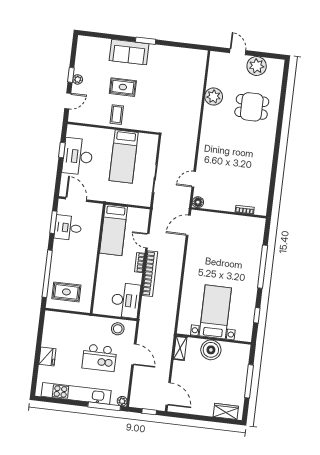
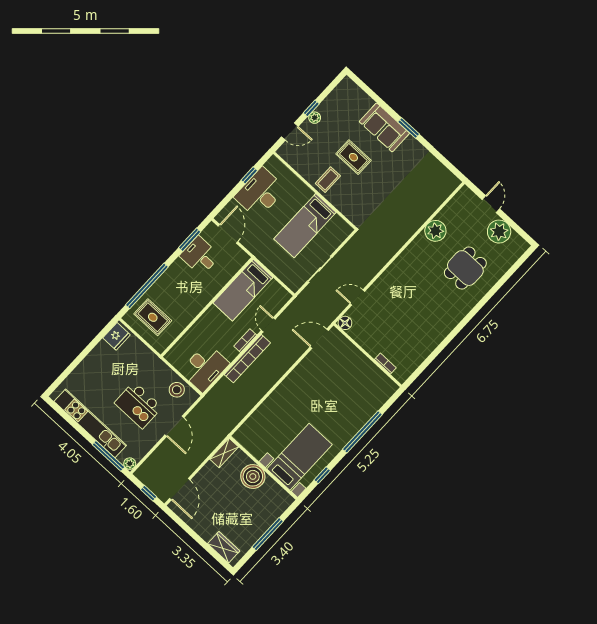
dining table: (252, 107) -> (465, 268), turned 90
bed with nightstands: (215, 312) -> (299, 457), moved
fridge: (47, 356) -> (117, 336), moved

